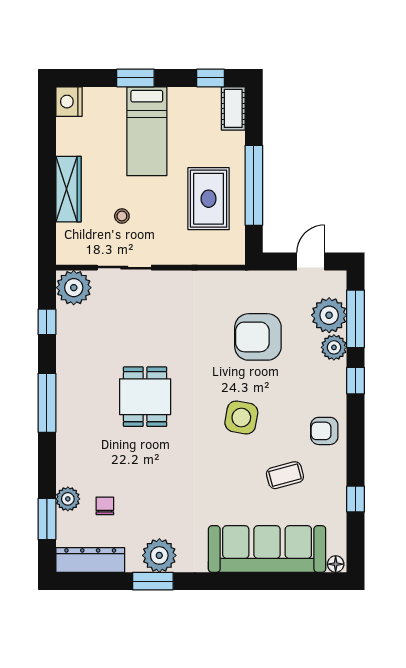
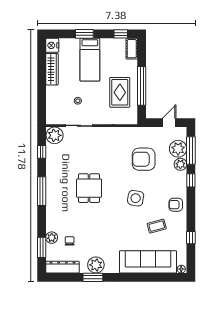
wardrobe: (68, 189) -> (52, 69), moved

